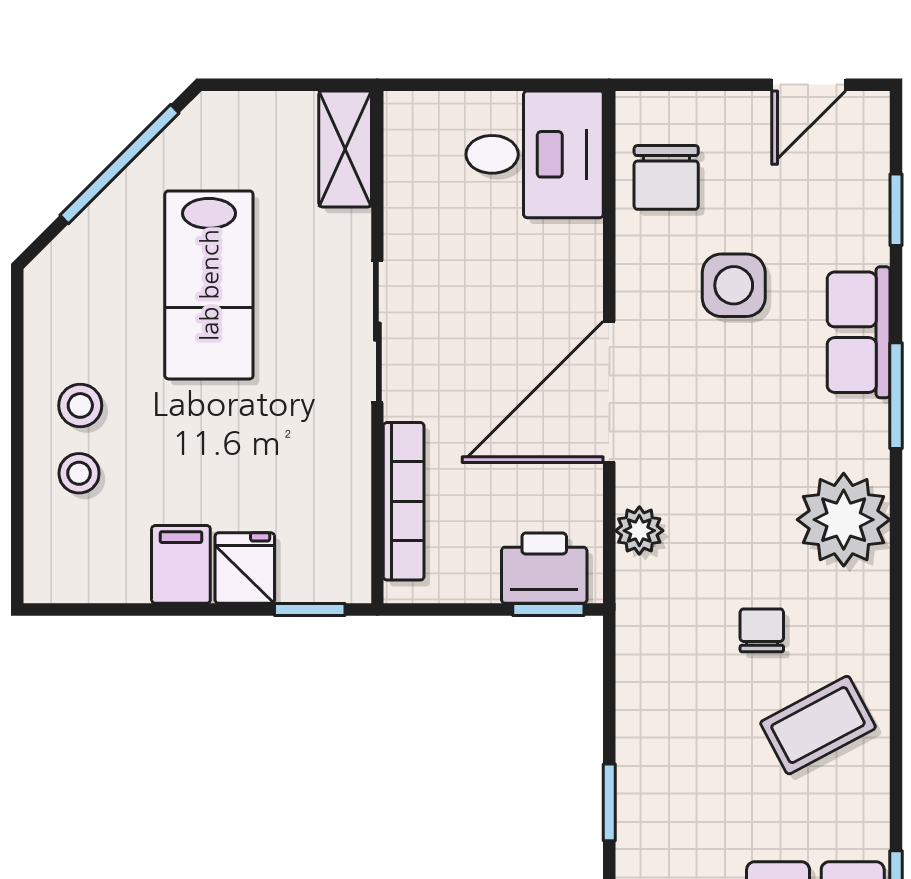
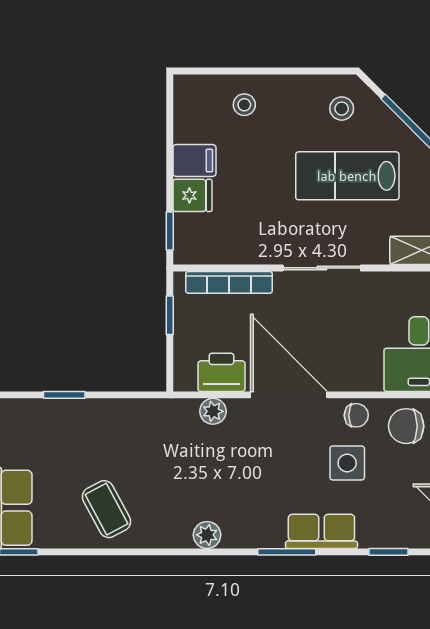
stool: (80, 405) -> (342, 109), moved
plant: (844, 520) -> (207, 535), width x0.53, depth x0.53
printer: (544, 568) -> (221, 372), moved, turned -90
window: (548, 609) -> (170, 315), moved
chair: (762, 630) -> (356, 415), moved

